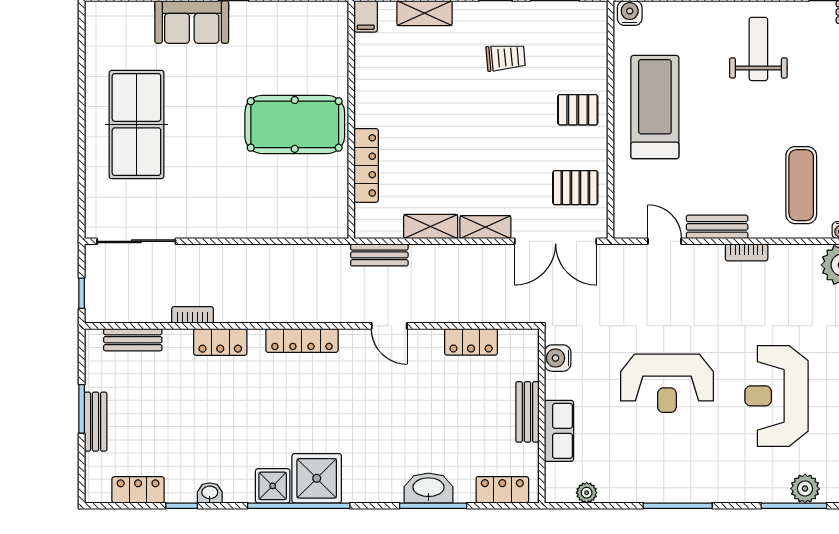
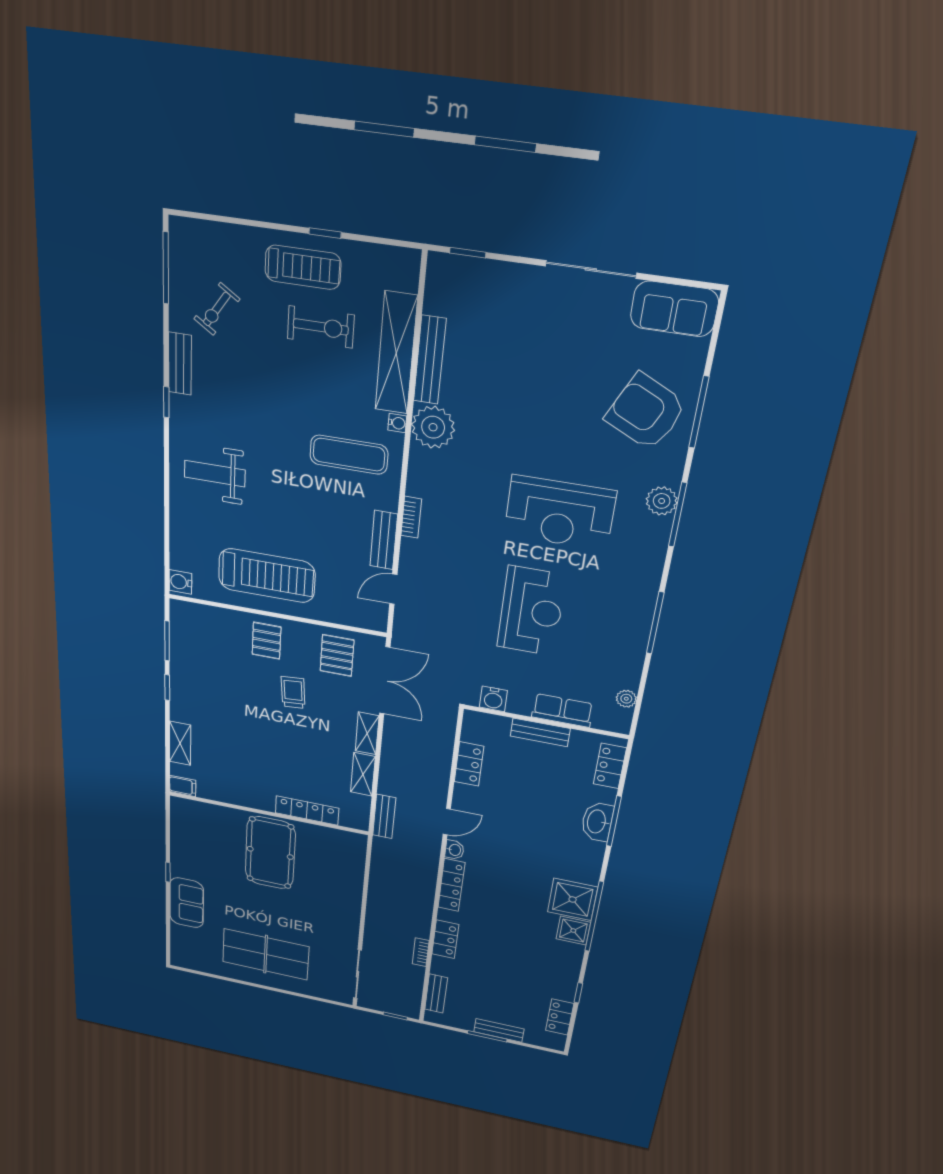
trolley: (506, 57) -> (293, 692), moved
treadmill: (655, 107) -> (267, 576), turned 180
washbasin: (210, 493) -> (454, 850), moved, turned 180

